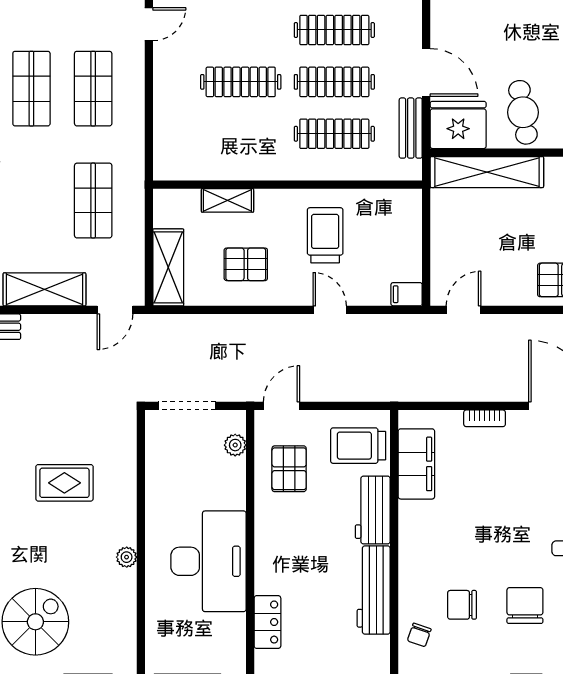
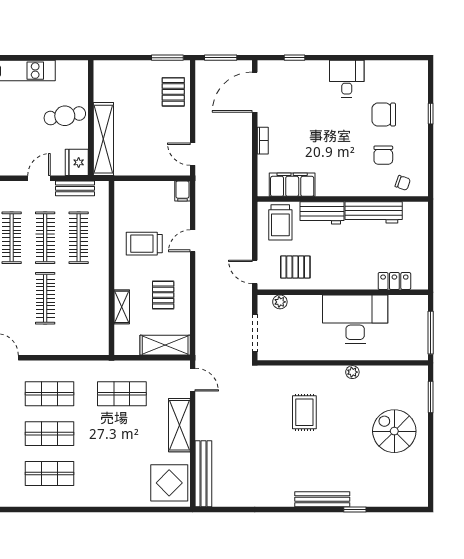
door: (426, 72) -> (39, 178), width x0.73
fridge: (458, 125) -> (77, 162), width x0.73, depth x0.75

